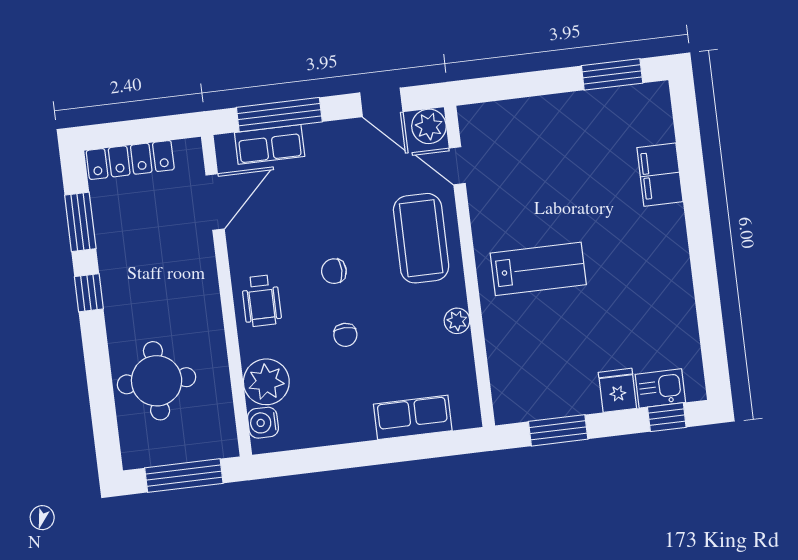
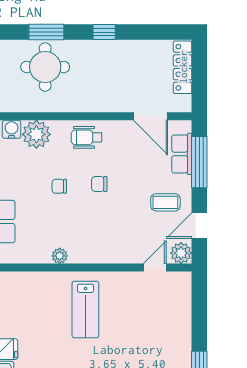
window: (80, 222) -> (46, 32), moved
coffee table: (421, 238) -> (165, 202), moved, width x0.54, depth x0.58
chair: (334, 271) -> (99, 184), turned -90

